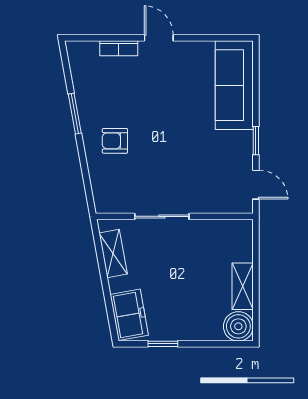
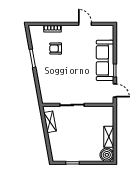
door: (159, 38) -> (85, 24), moved
sofa: (234, 85) -> (105, 60), moved
armchair: (115, 141) -> (56, 49), moved
freezer: (129, 315) -> (57, 150), removed

